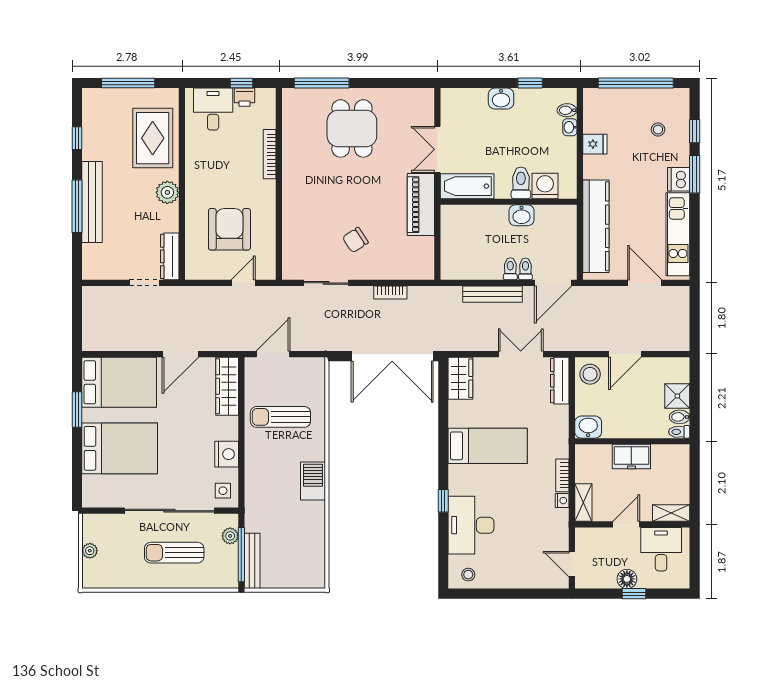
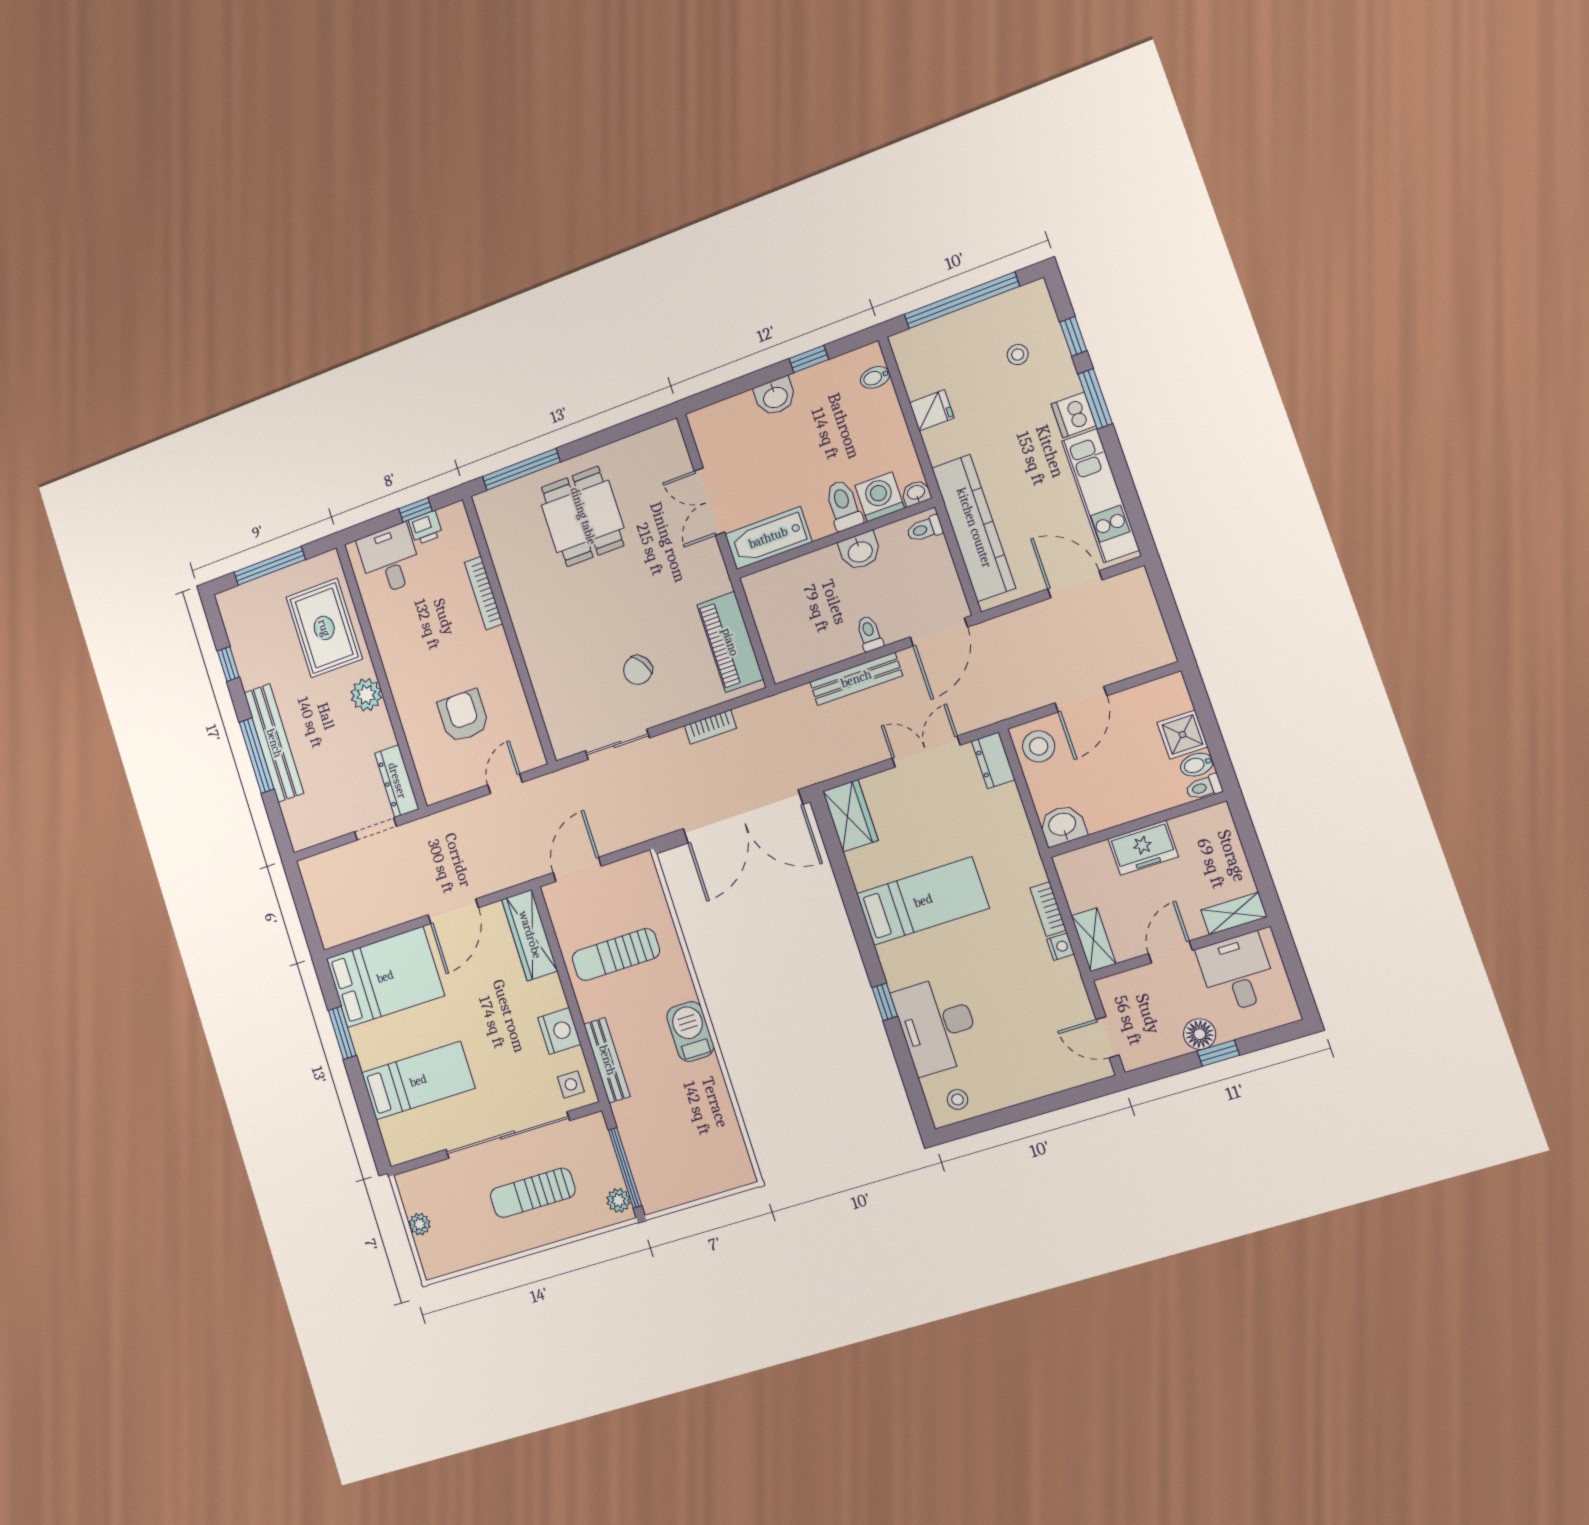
washbasin: (570, 127) -> (916, 493), moved, turned 90
piano: (421, 205) -> (730, 642), moved
armchair: (229, 229) -> (463, 716), width x0.73, depth x0.73
toilet: (525, 269) -> (925, 529), moved, turned -90
dresser: (560, 381) -> (993, 760), width x0.70
bed: (120, 448) -> (418, 1081), width x0.67
plant: (230, 536) -> (618, 1200), moved
bench: (252, 561) -> (607, 1060), moved

